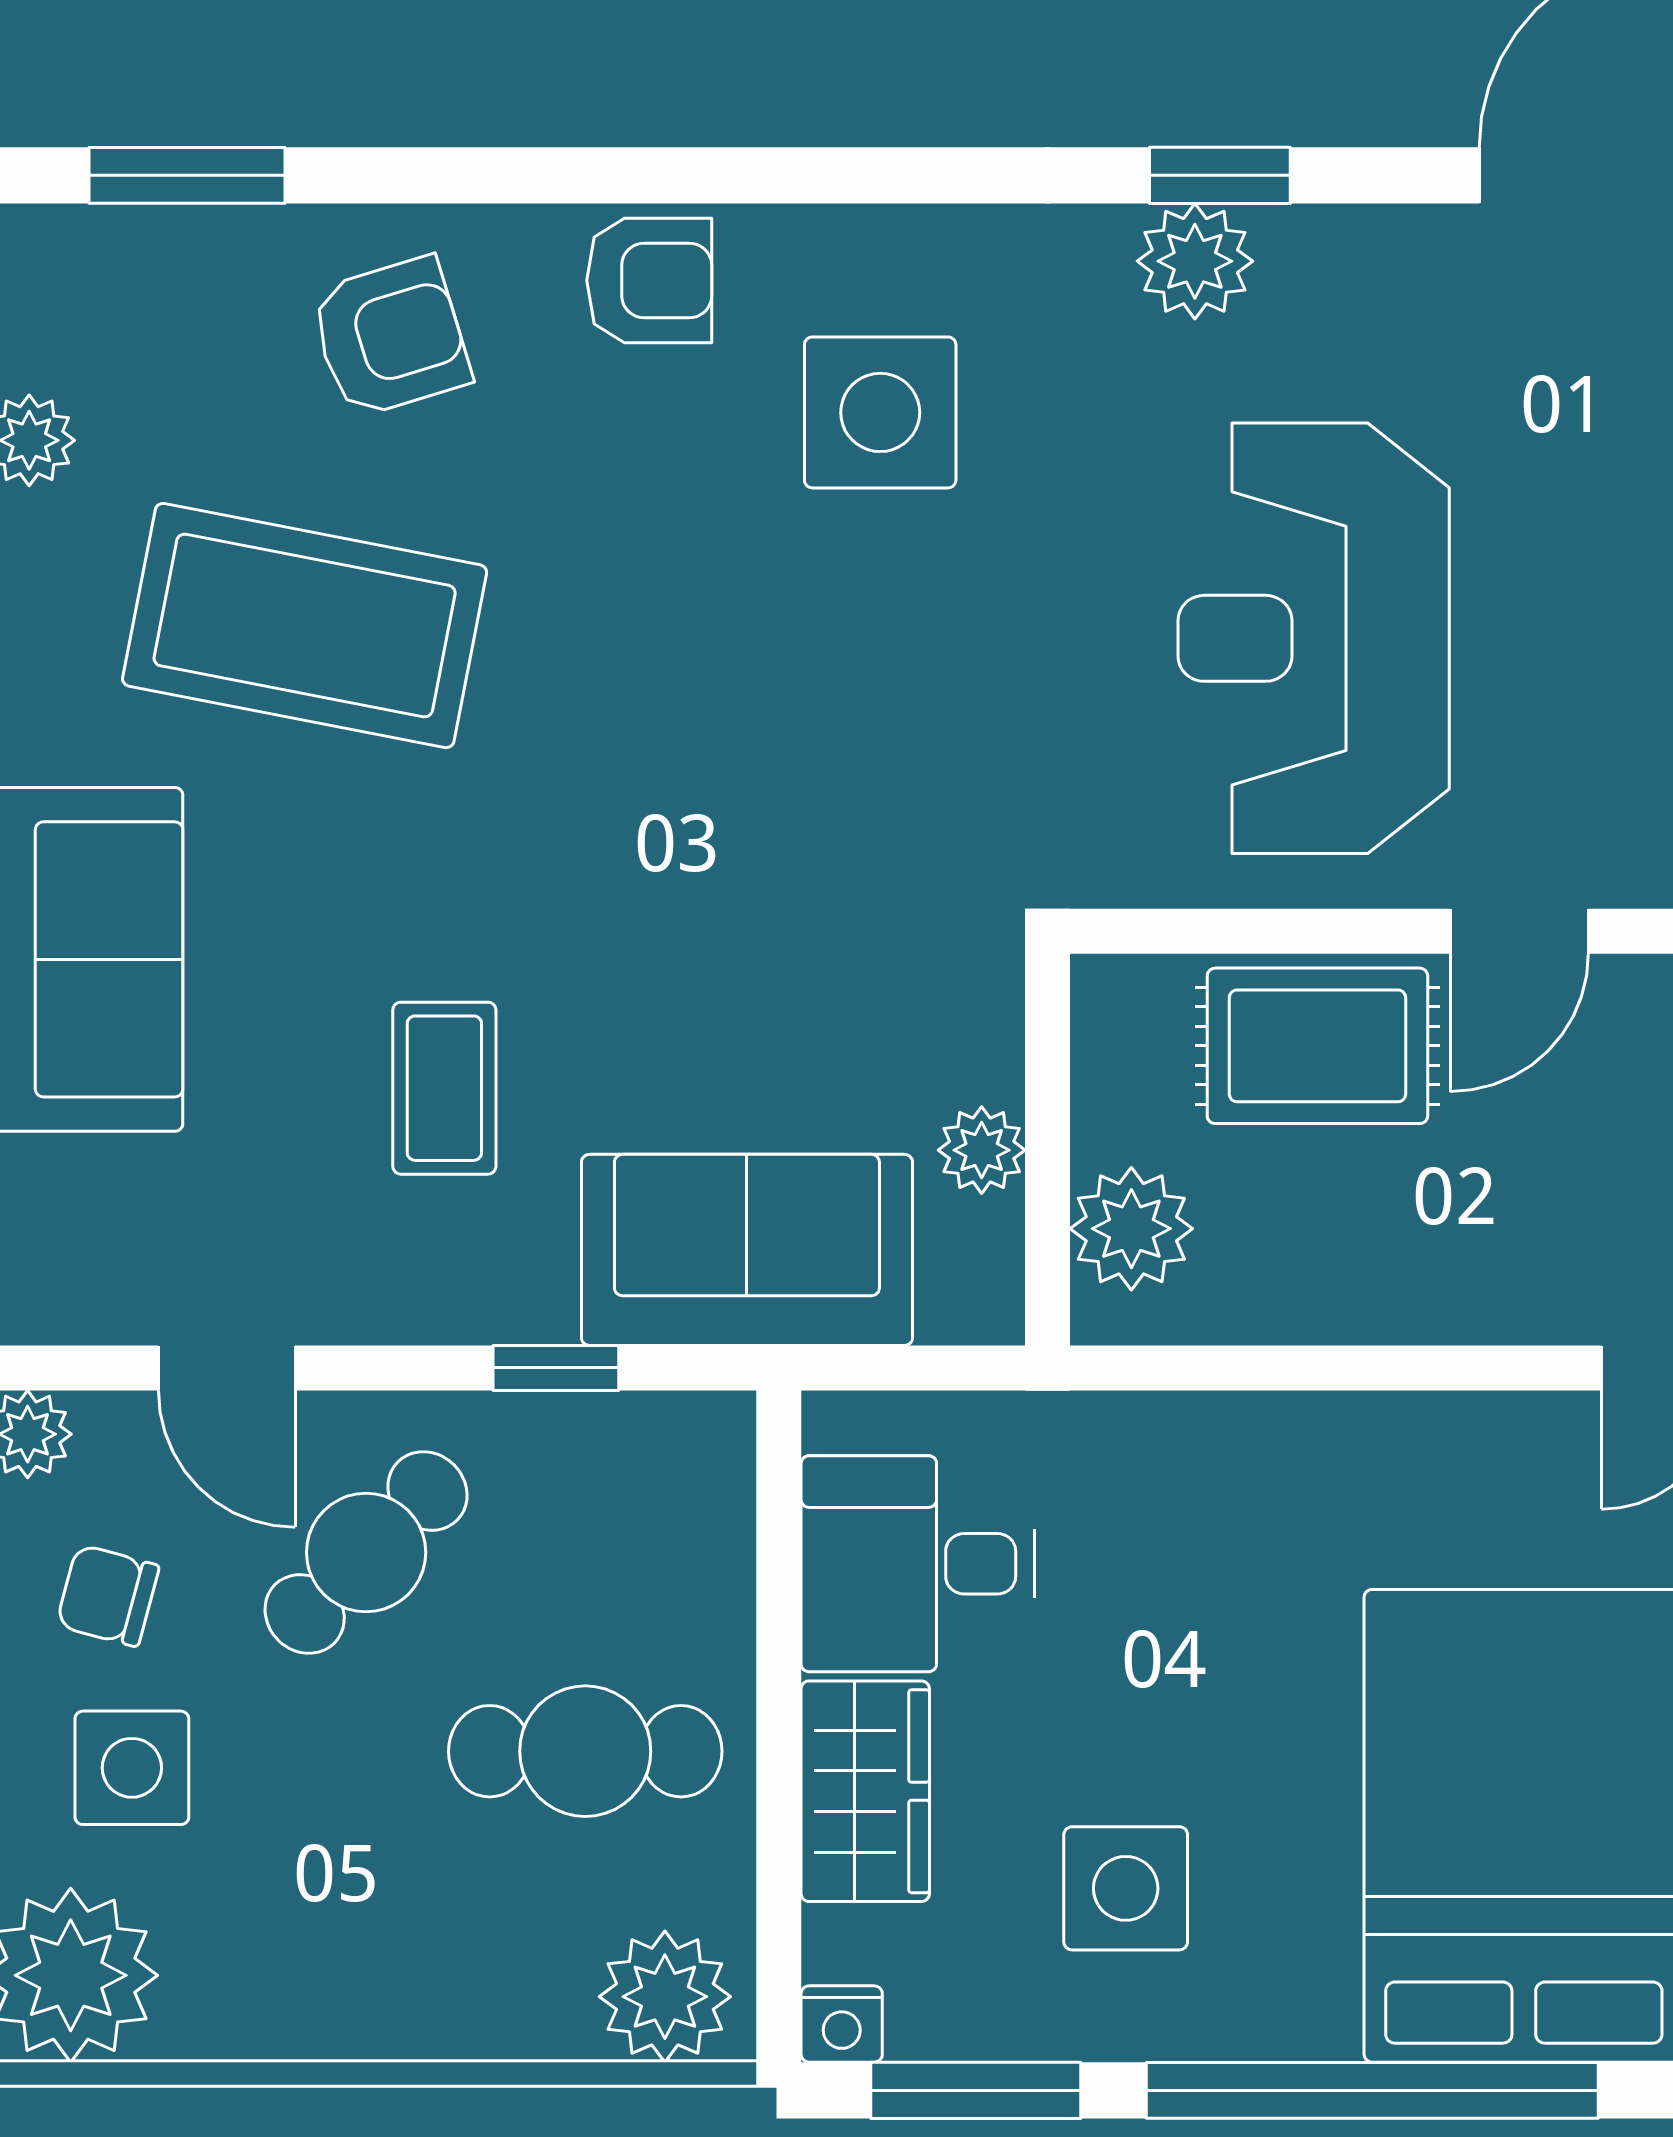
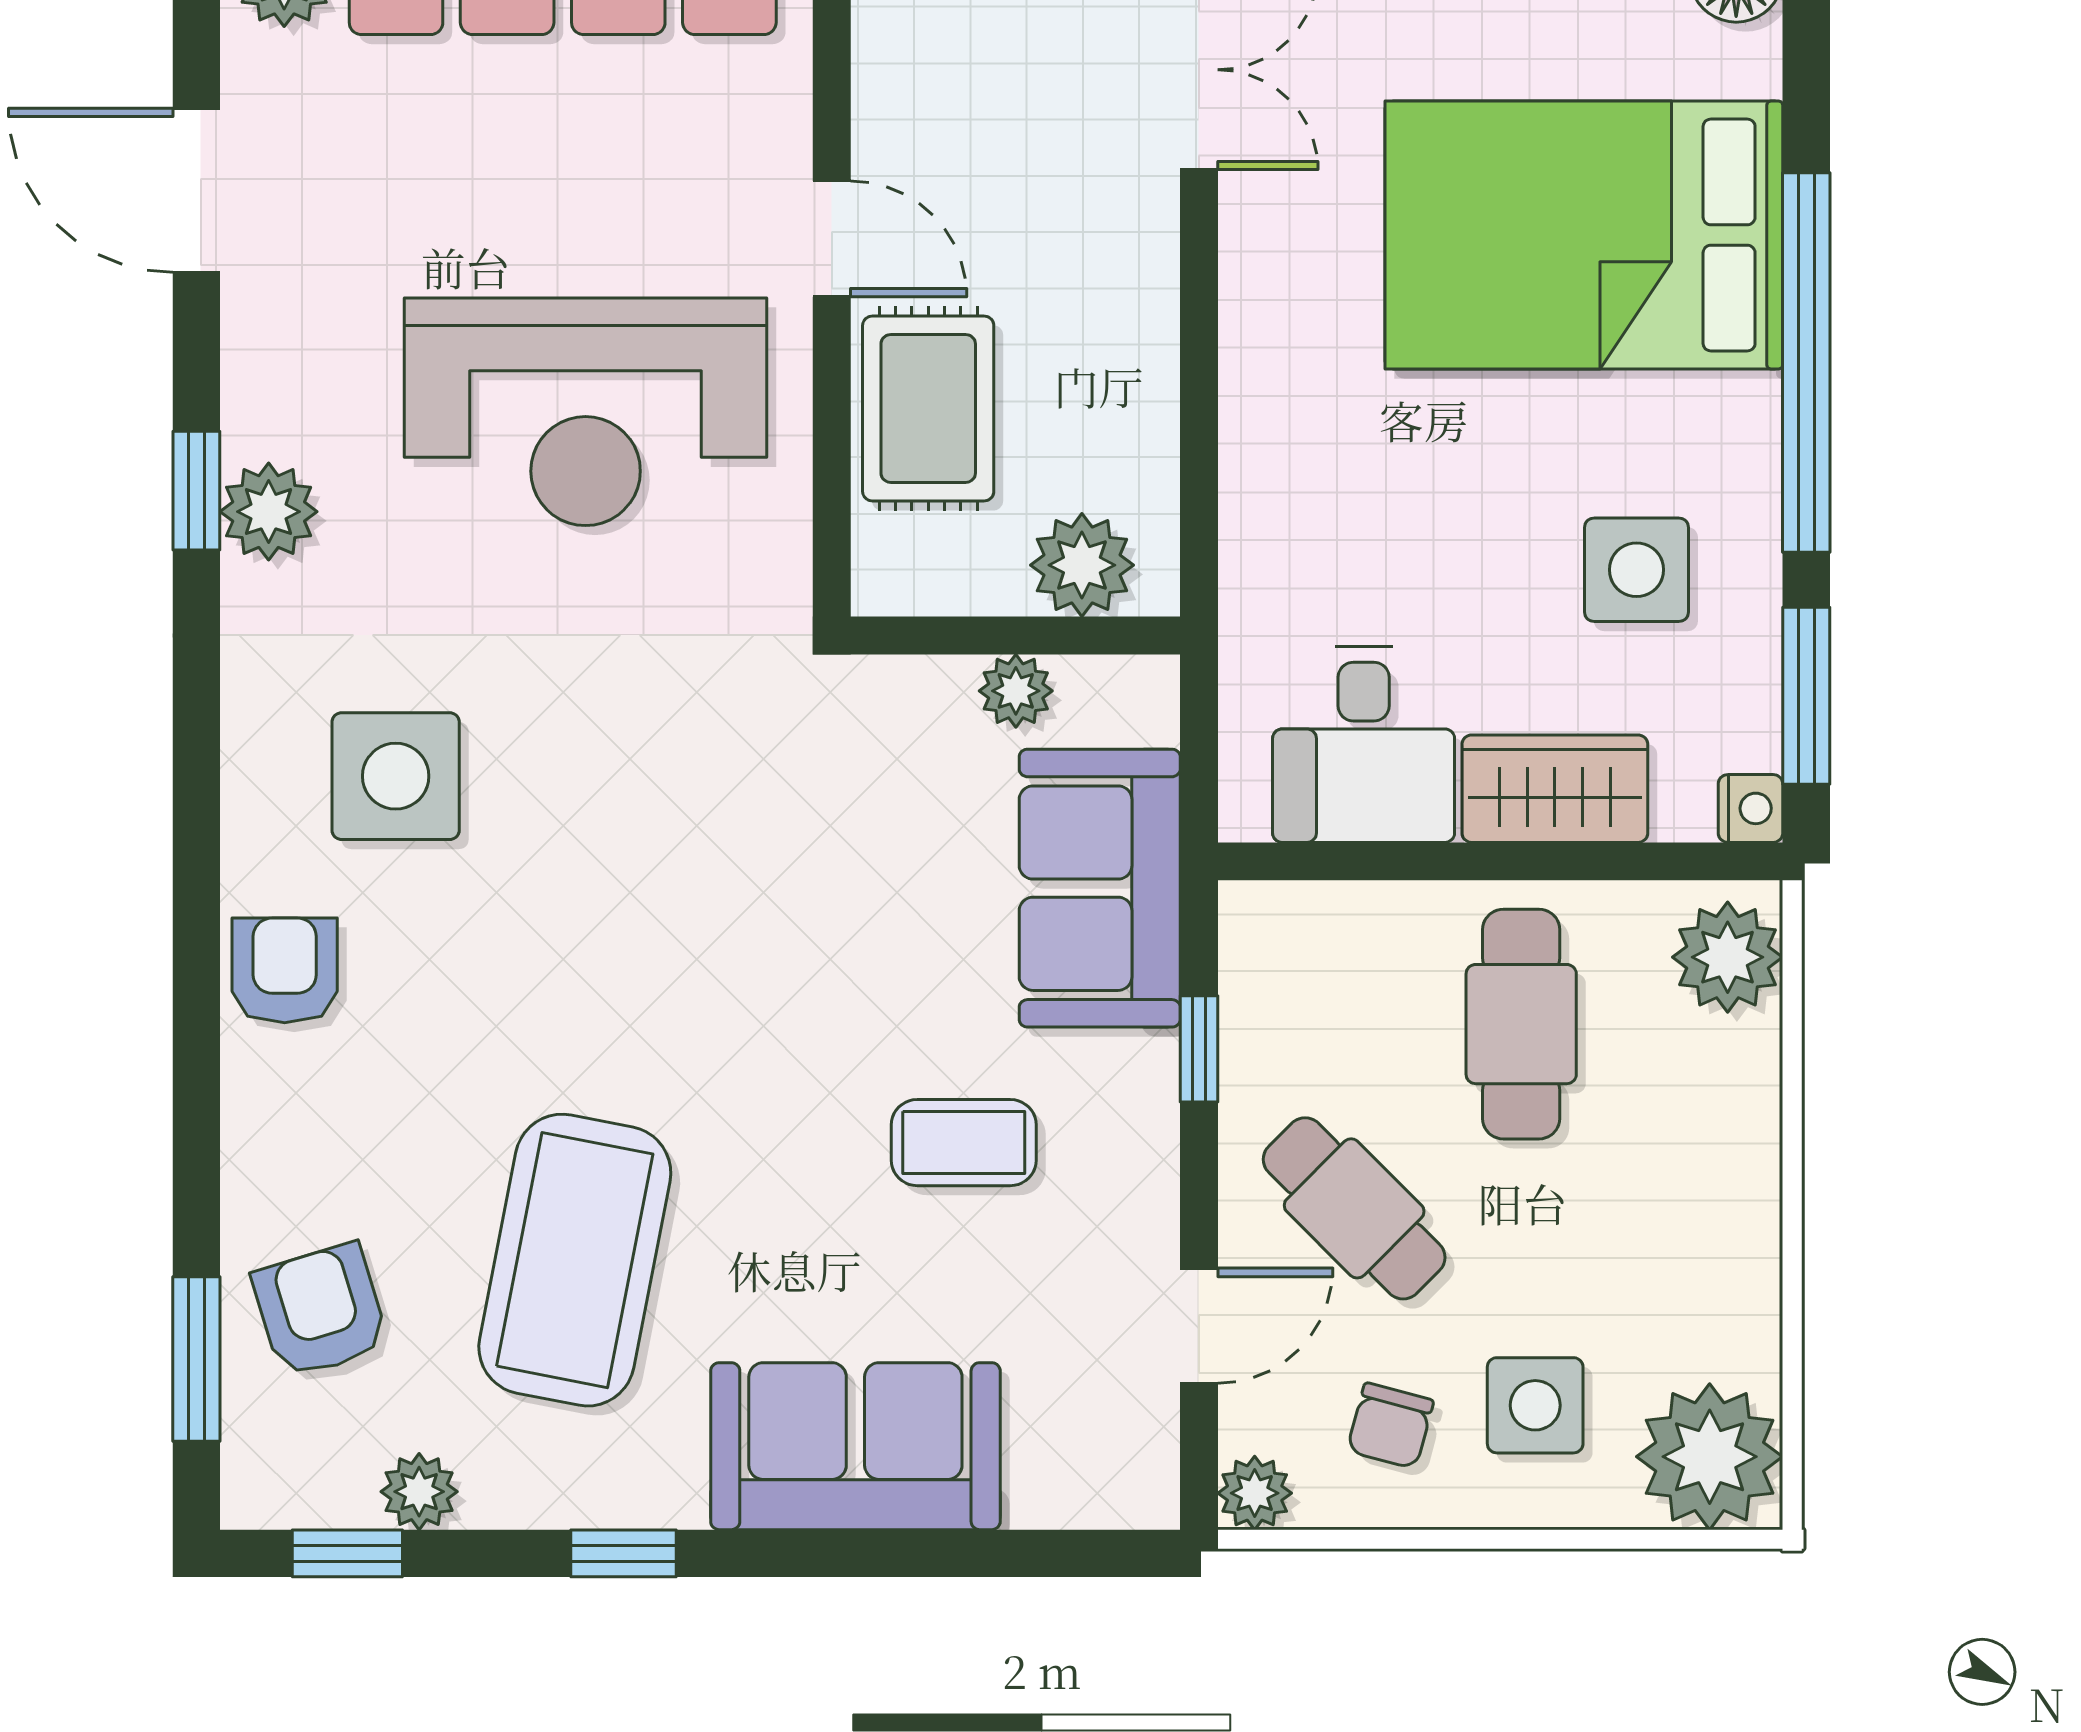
armchair: (390, 337) -> (320, 1311), moved

